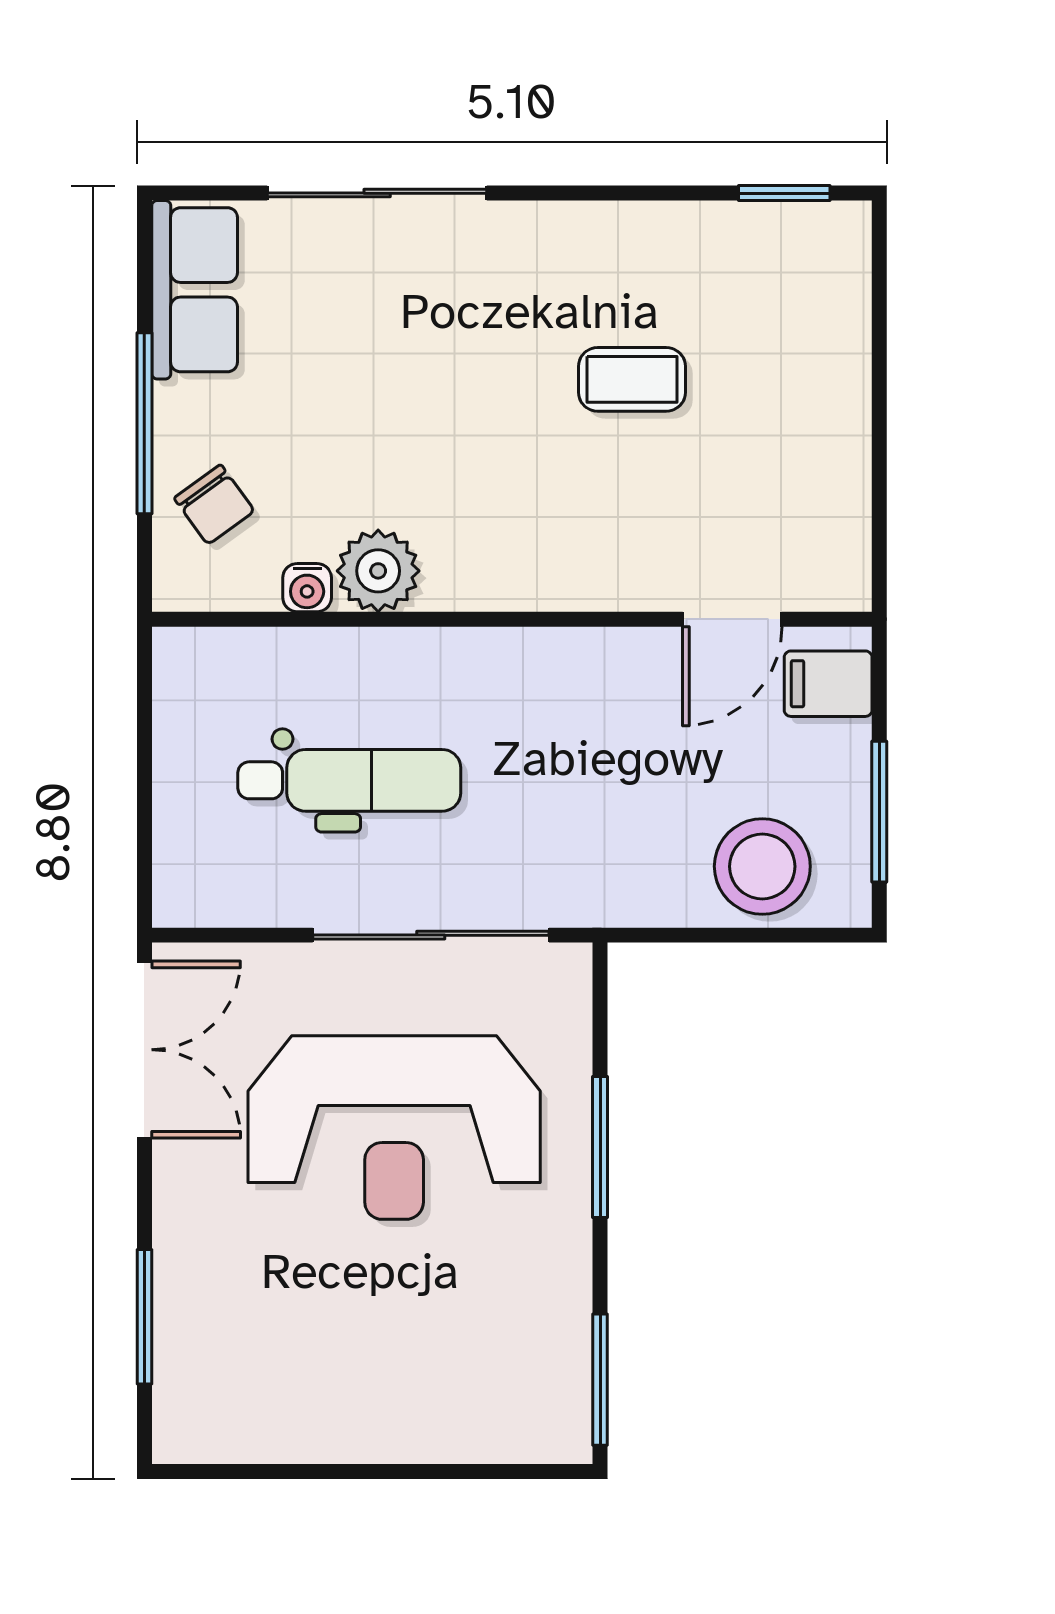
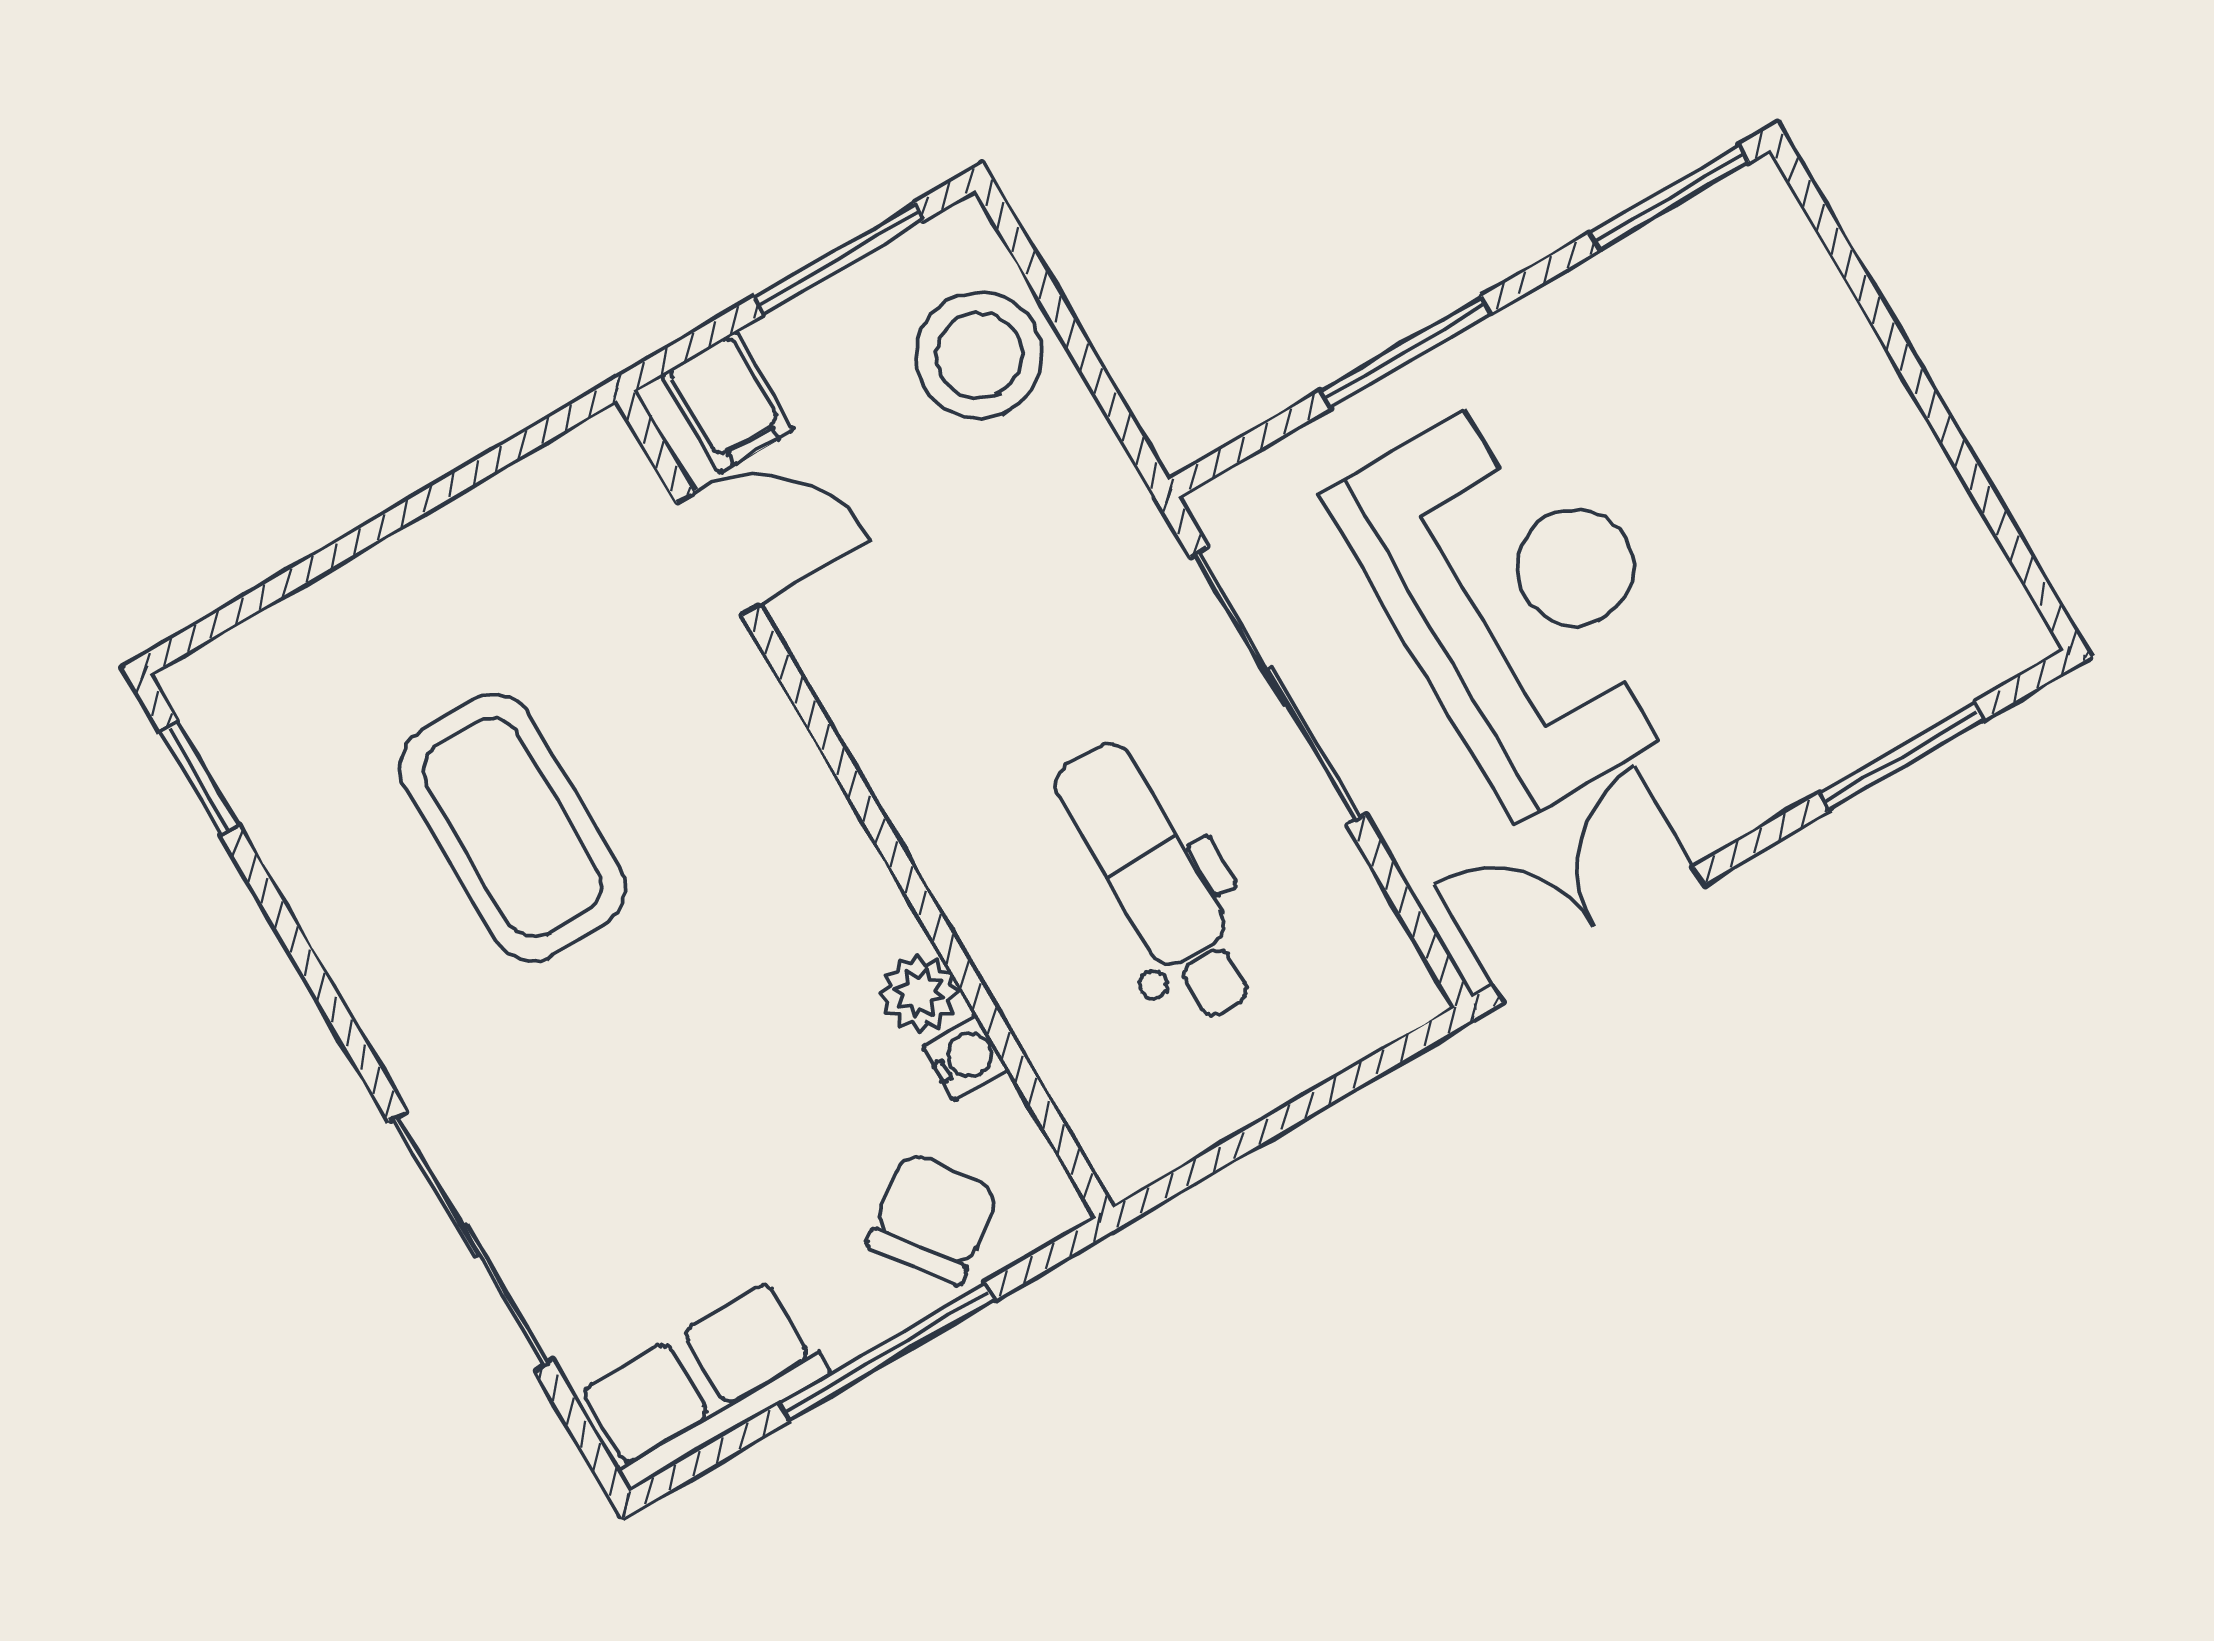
coffee table: (632, 379) -> (513, 827), width x1.86, depth x1.72
chair: (214, 505) -> (933, 1218), width x1.37, depth x1.37
plant: (378, 571) -> (919, 993), width x0.73, depth x0.73

